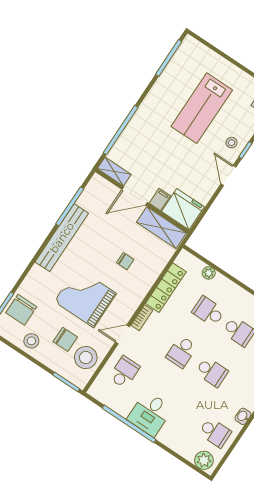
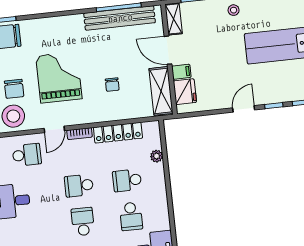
stool: (232, 143) -> (234, 10), moved
fridge: (183, 209) -> (185, 92), width x0.73, depth x0.75
bench: (62, 238) -> (120, 18), moved
school desk: (208, 311) -> (127, 180), turned -90
door: (122, 335) -> (54, 129), swing flipped
school desk: (212, 372) -> (83, 222), turned 180

